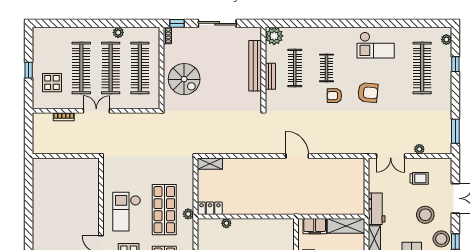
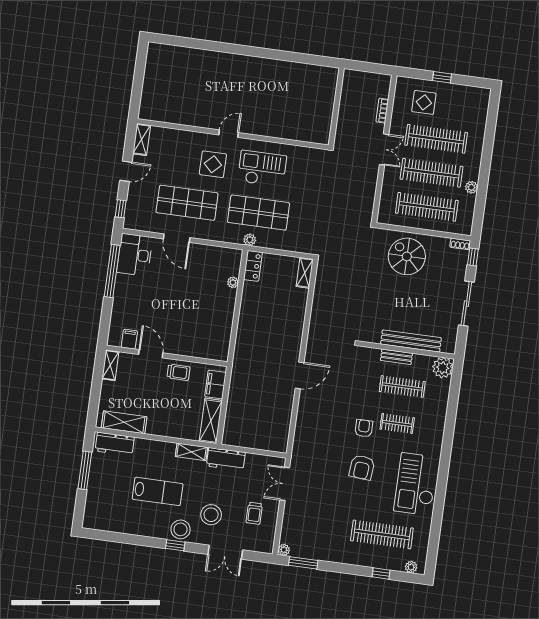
checkout: (376, 45) -> (416, 484), width x1.36, depth x1.21
spiral stairs: (184, 79) -> (407, 256), turned 90
plant: (419, 149) -> (284, 550), moved

